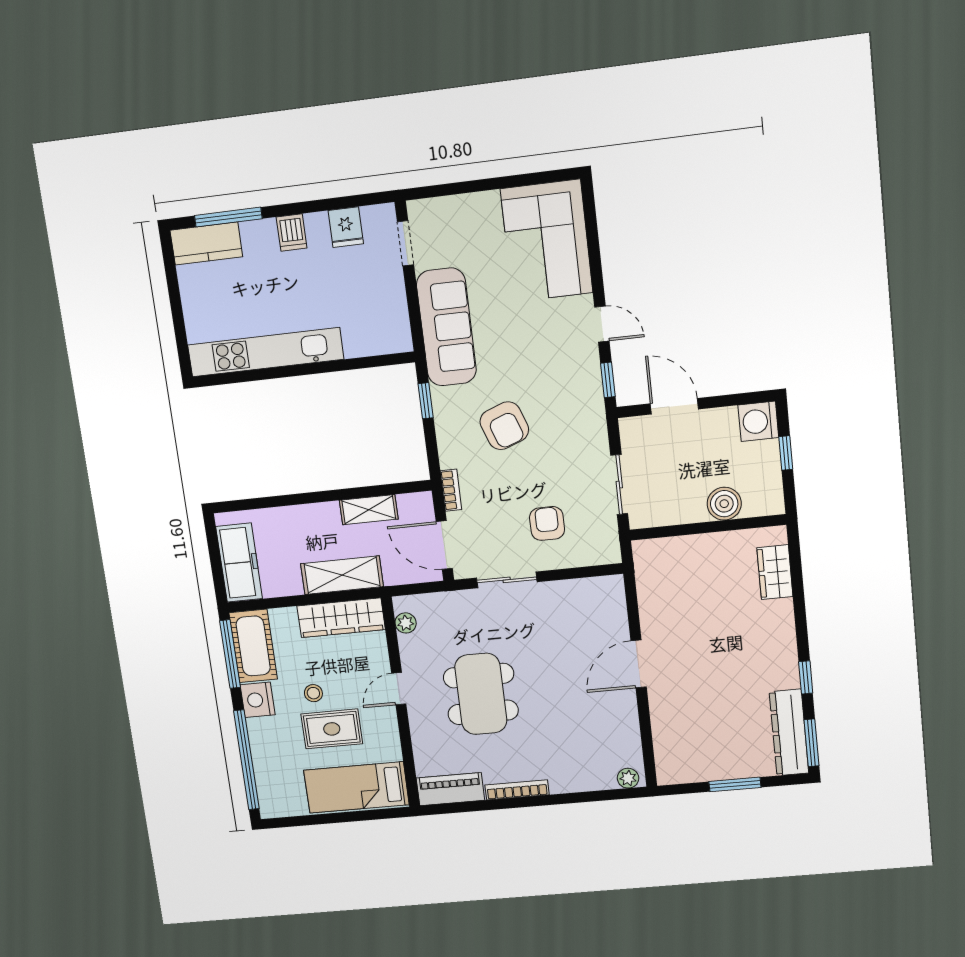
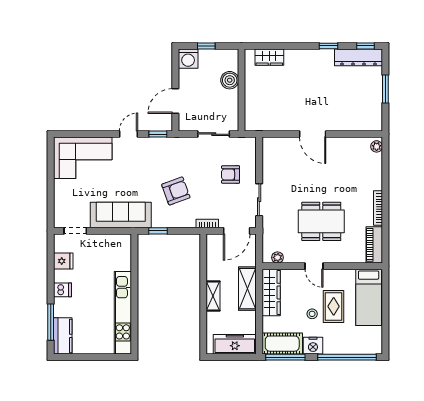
shelving: (369, 510) -> (213, 296), moved
window: (812, 743) -> (365, 46), width x0.67

